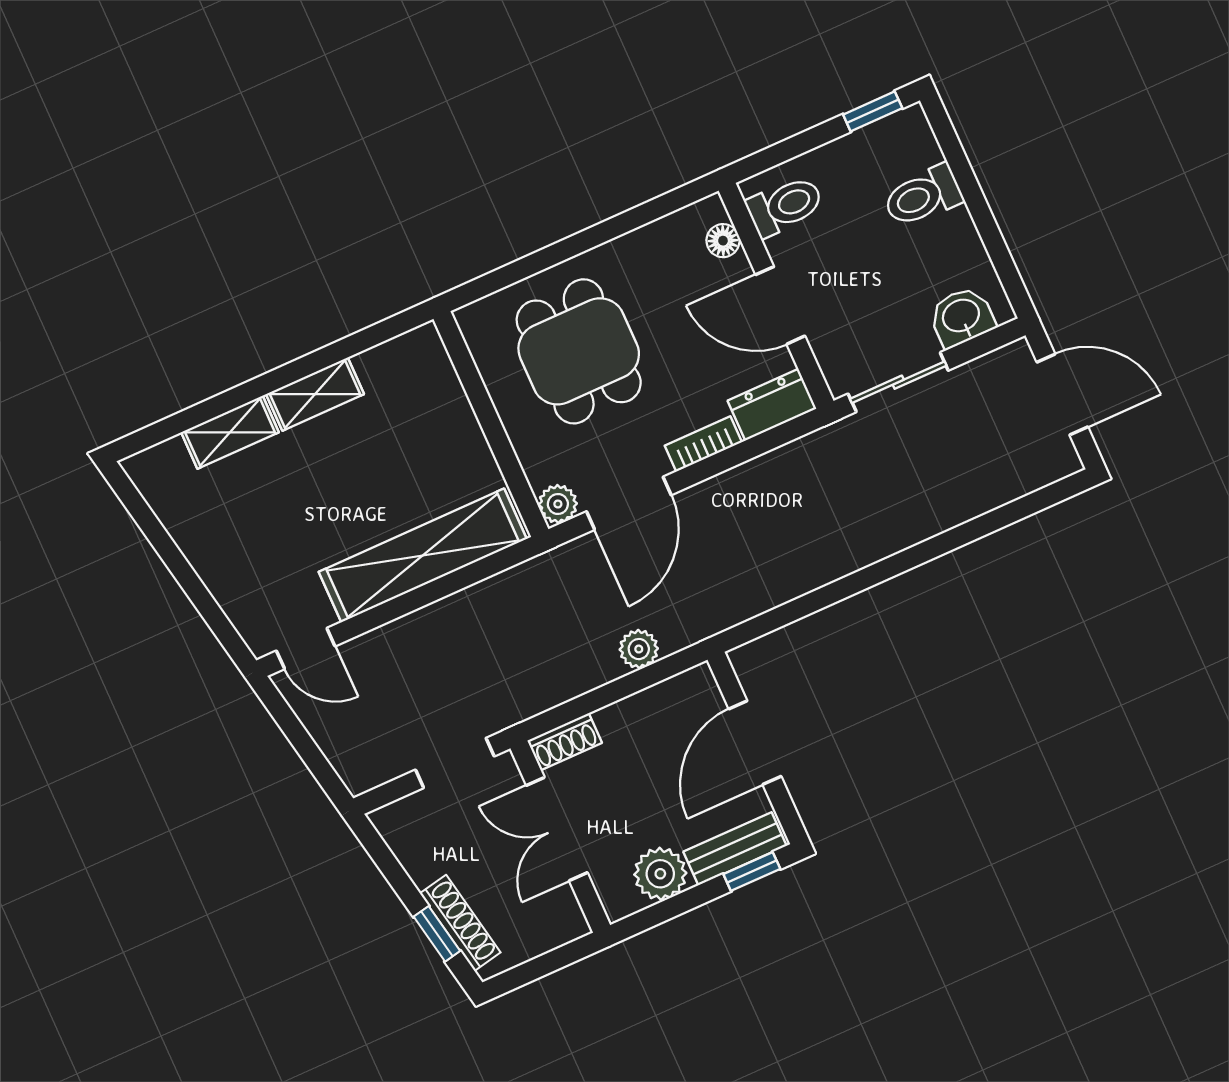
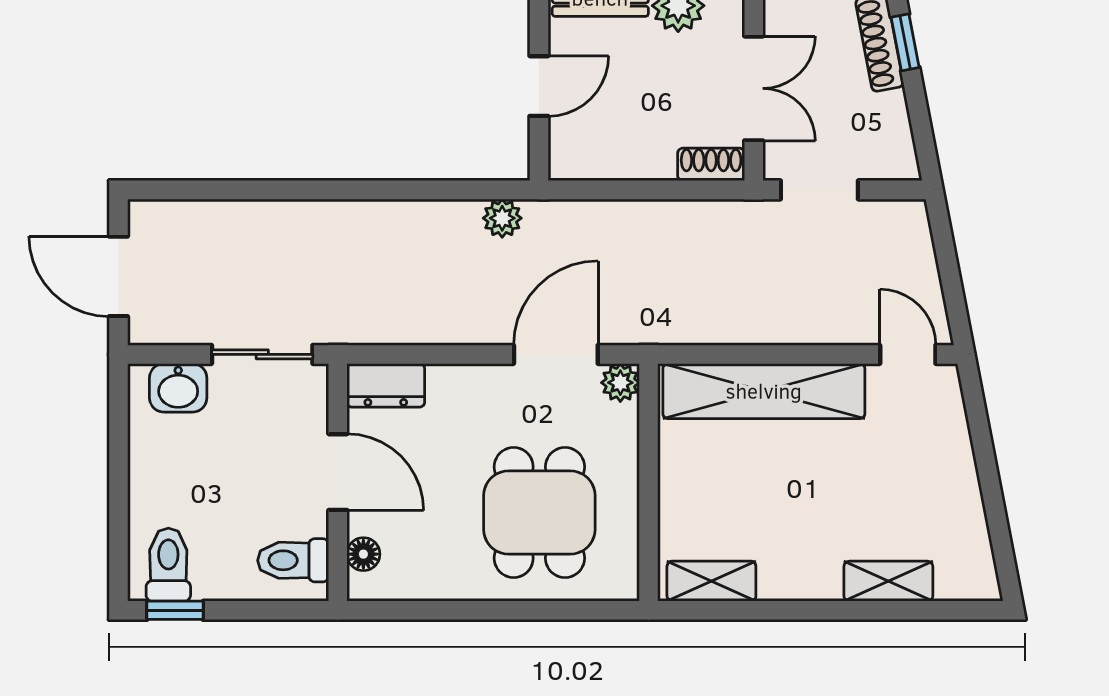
toilet: (923, 196) -> (168, 565), moved, turned -90
shelving: (315, 394) -> (711, 581), moved
bookcase: (703, 444) -> (464, 378), removed
plant: (639, 649) -> (502, 218), moved
door: (755, 743) -> (539, 86), width x0.73

